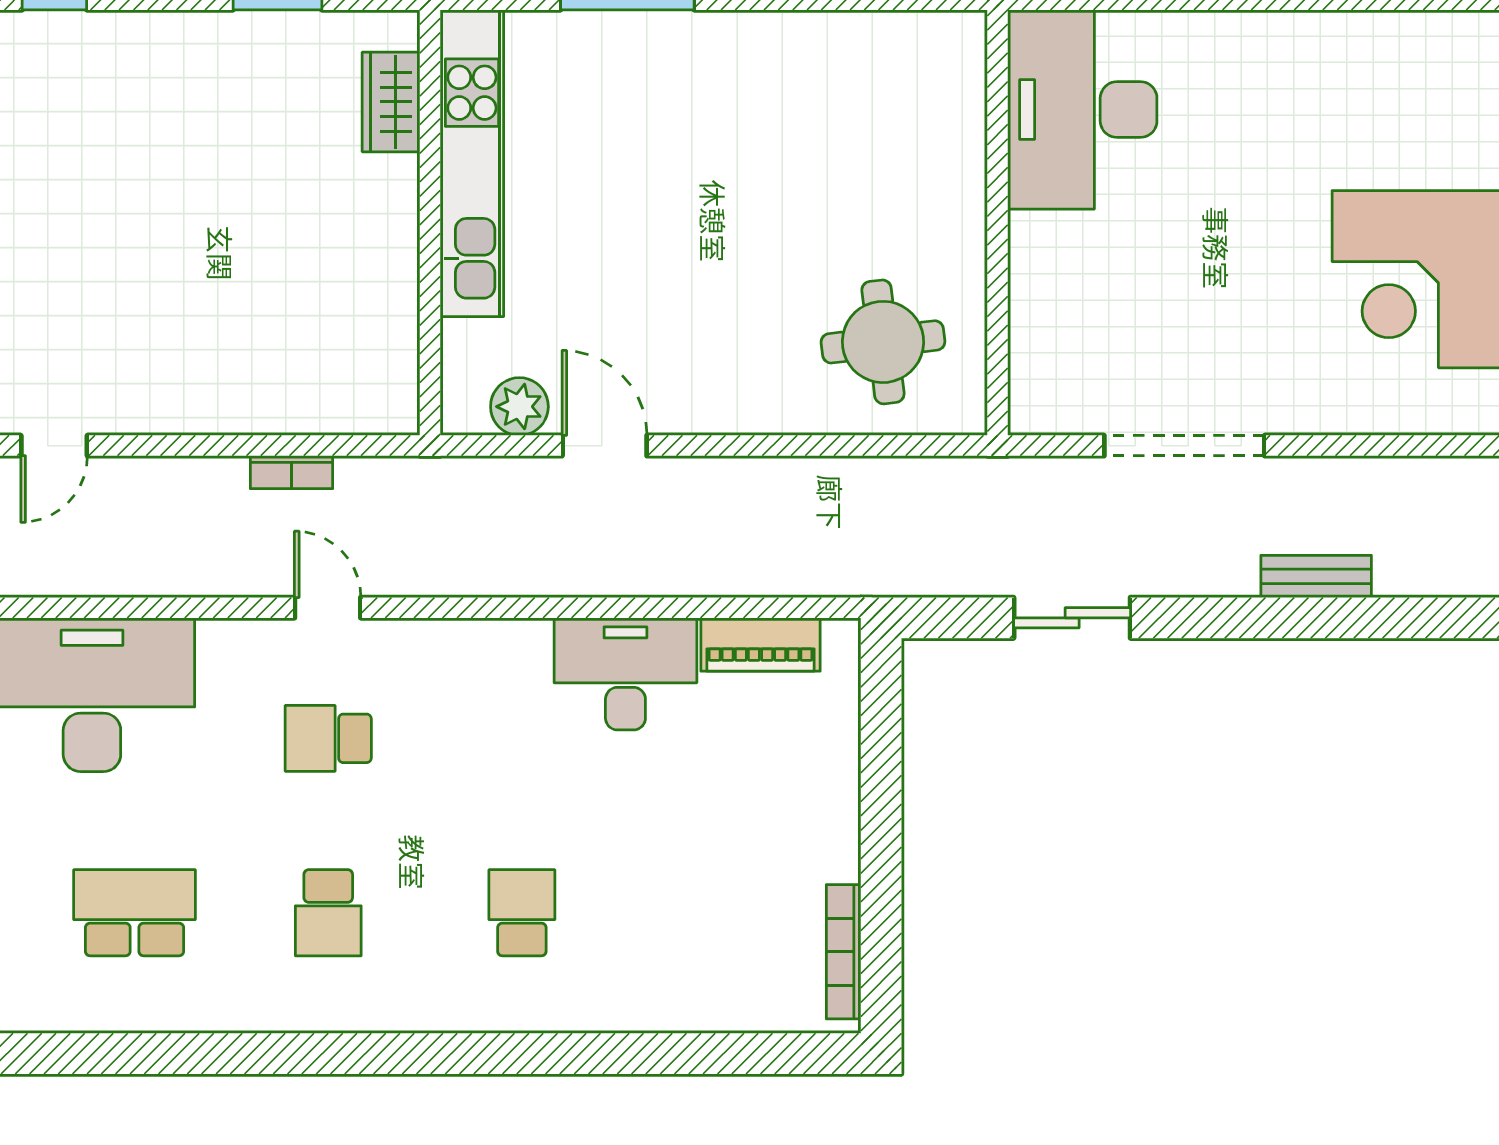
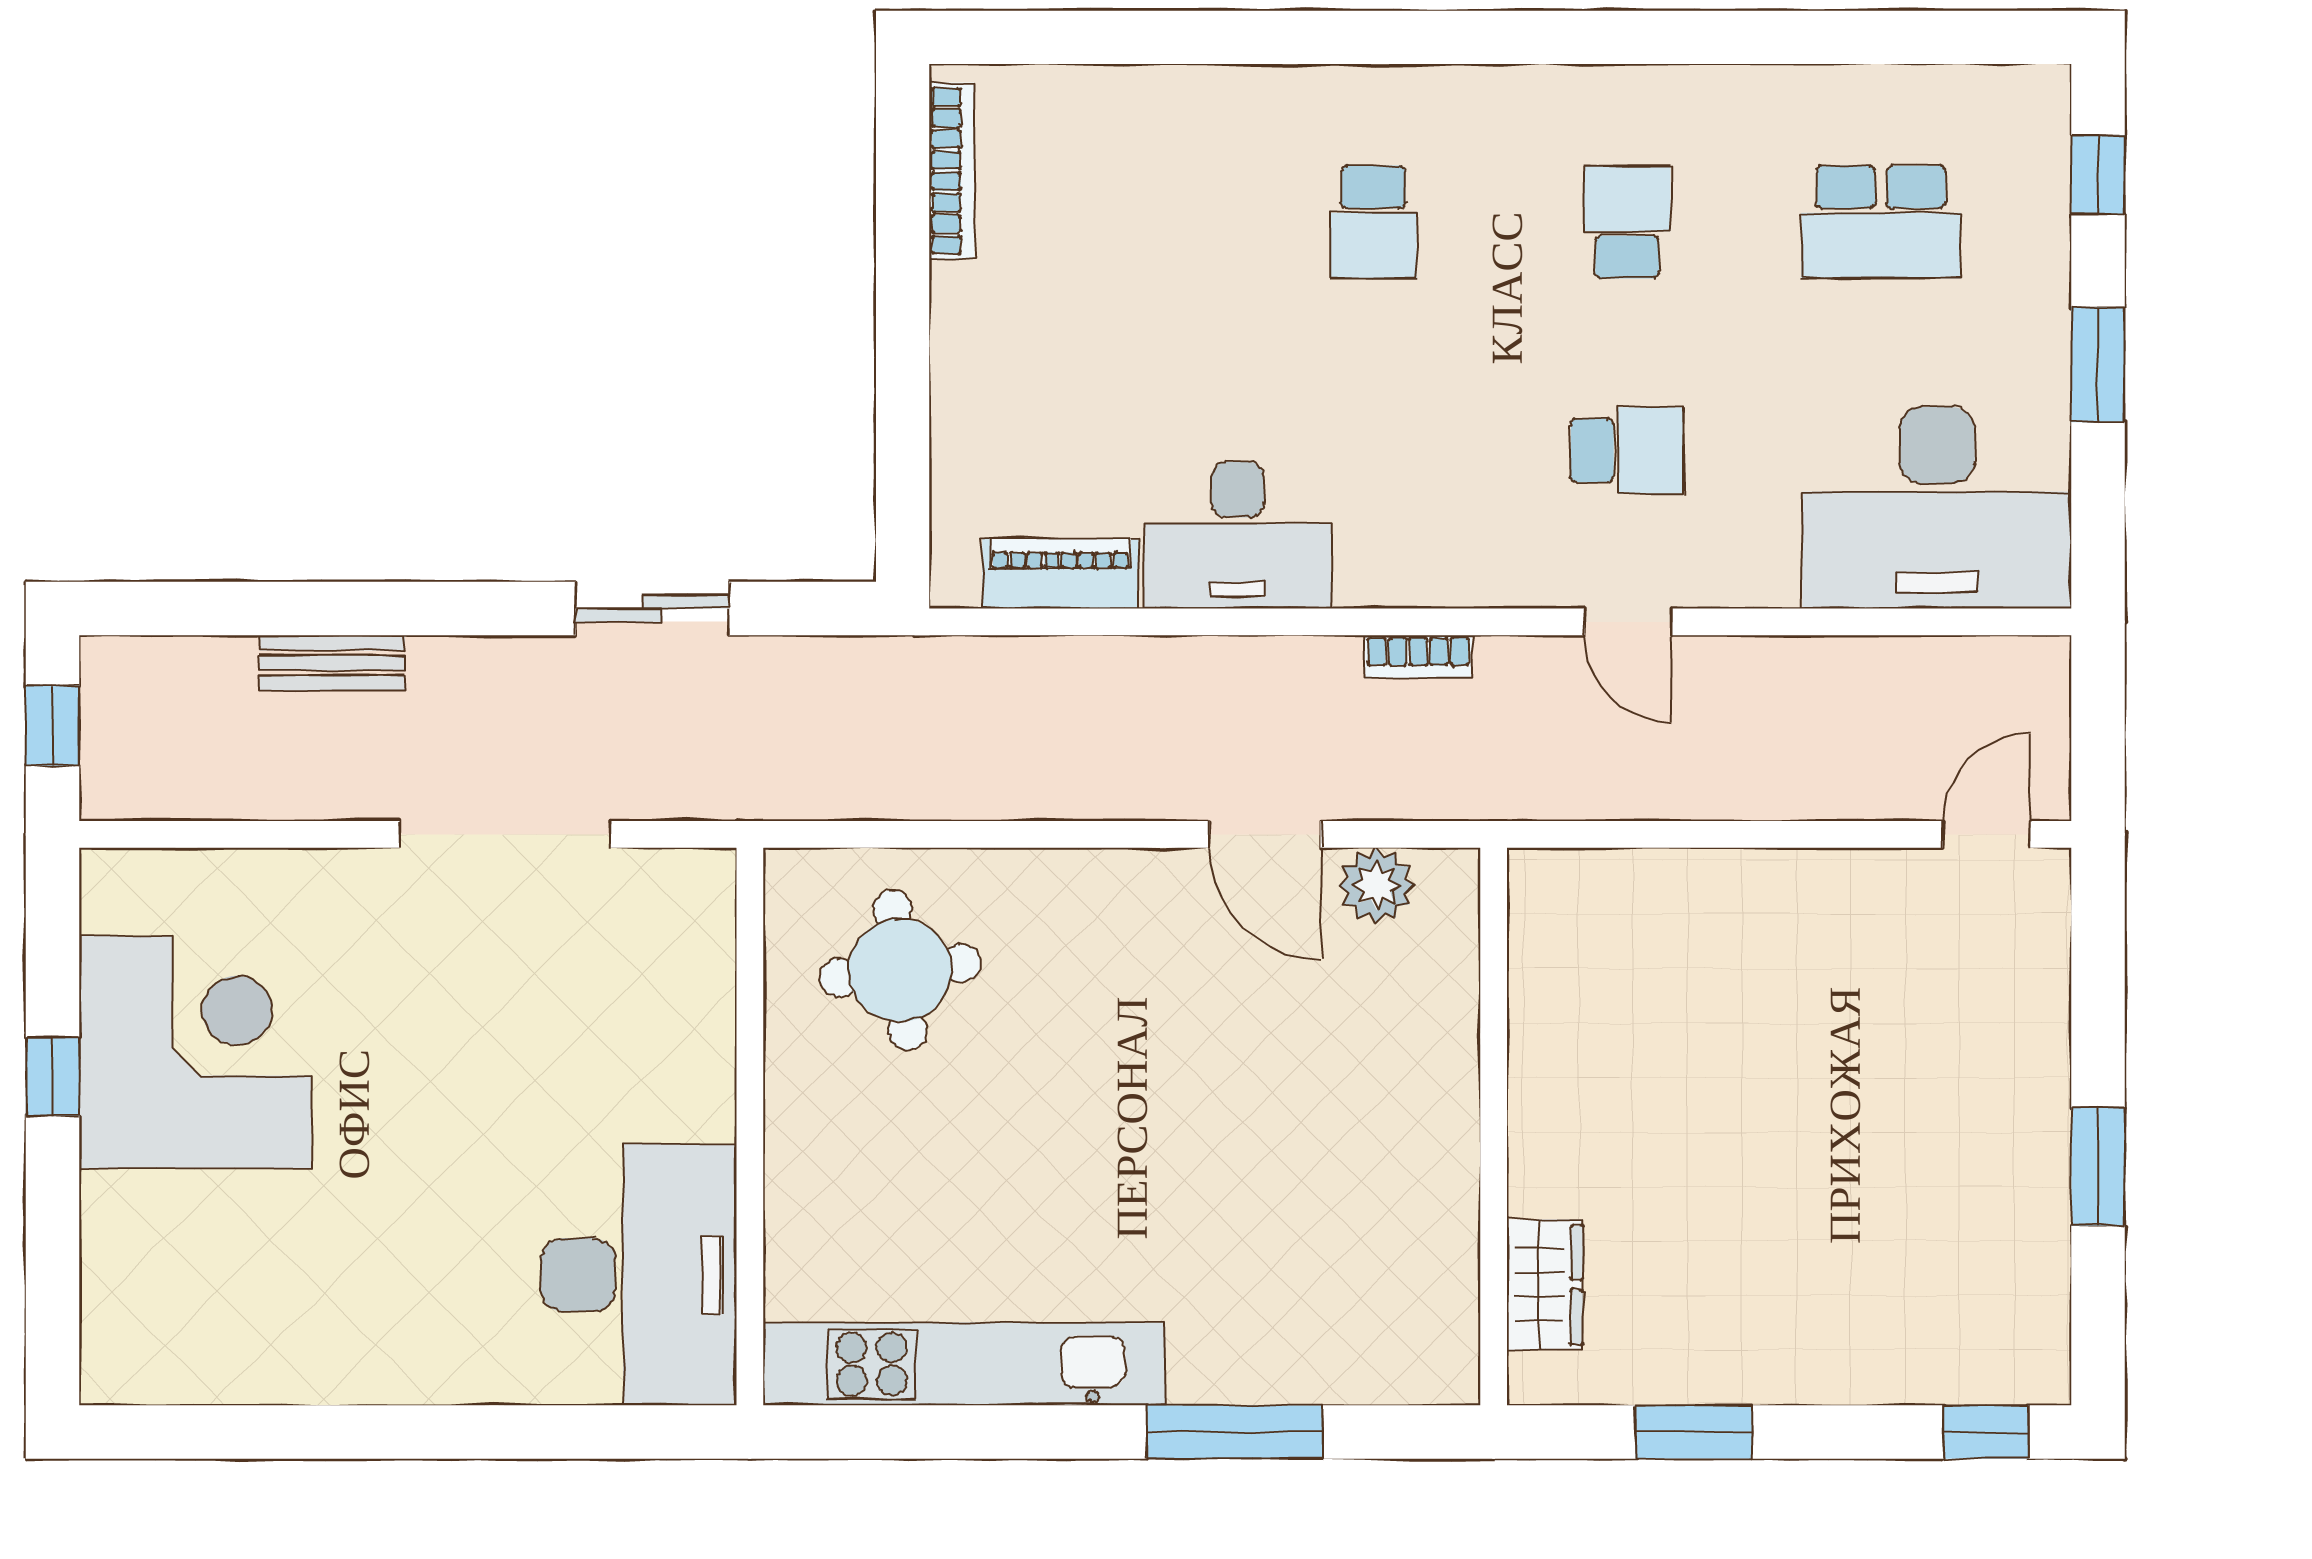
kitchen unit: (472, 163) -> (964, 1364), moved, turned 90
bookcase: (291, 472) -> (1418, 657), moved, turned 180

